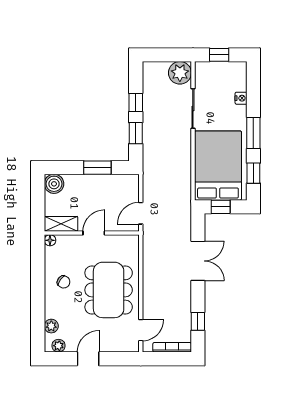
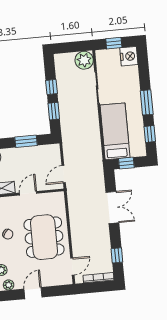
nightstand: (241, 98) -> (129, 56), moved, width x1.89, depth x1.79
bed: (218, 166) -> (115, 131), width x0.67

